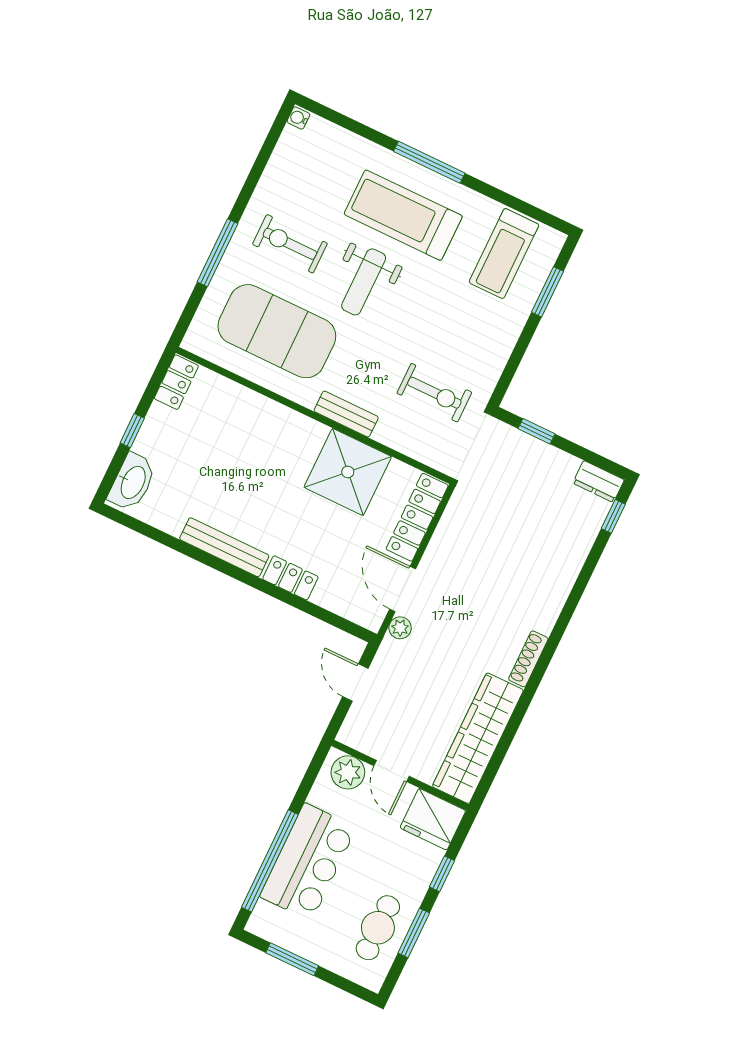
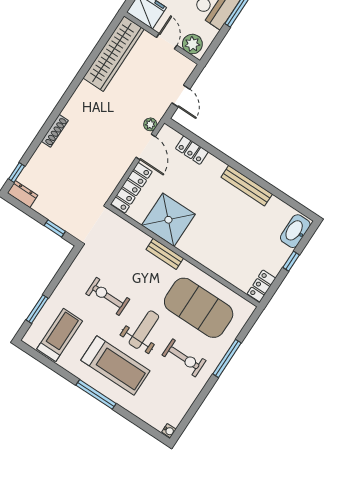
exercise bike: (434, 393) -> (108, 296), moved
locker: (290, 578) -> (192, 150), moved
shoe rack: (528, 659) -> (55, 131), moved

